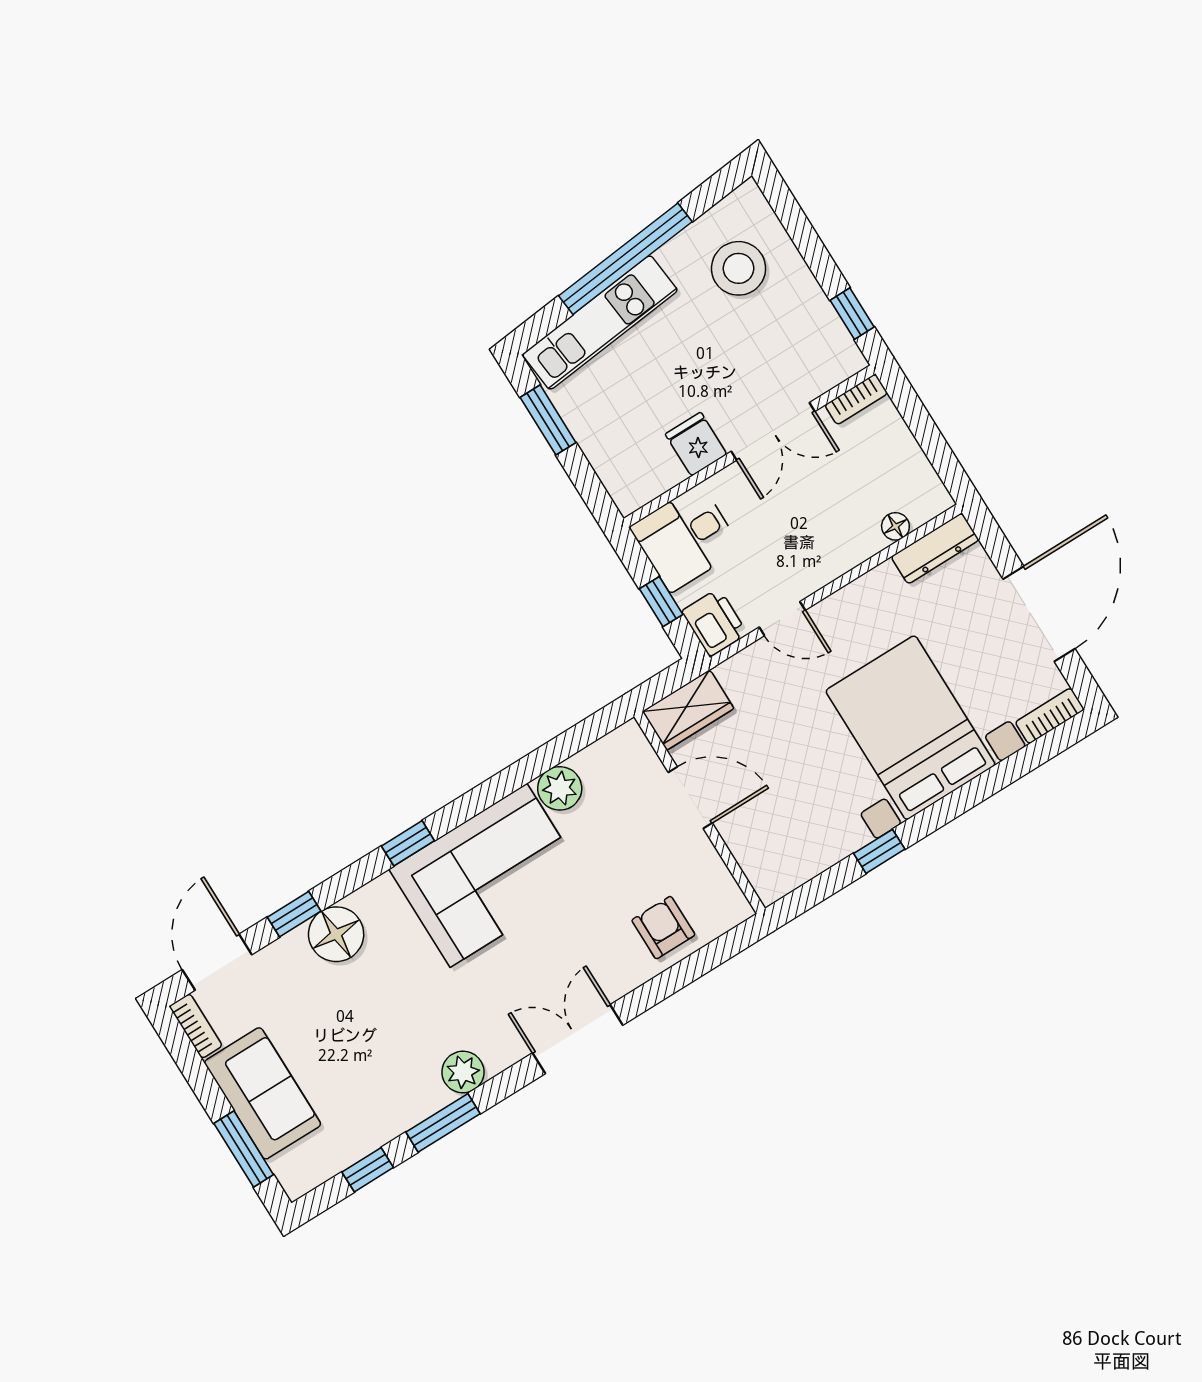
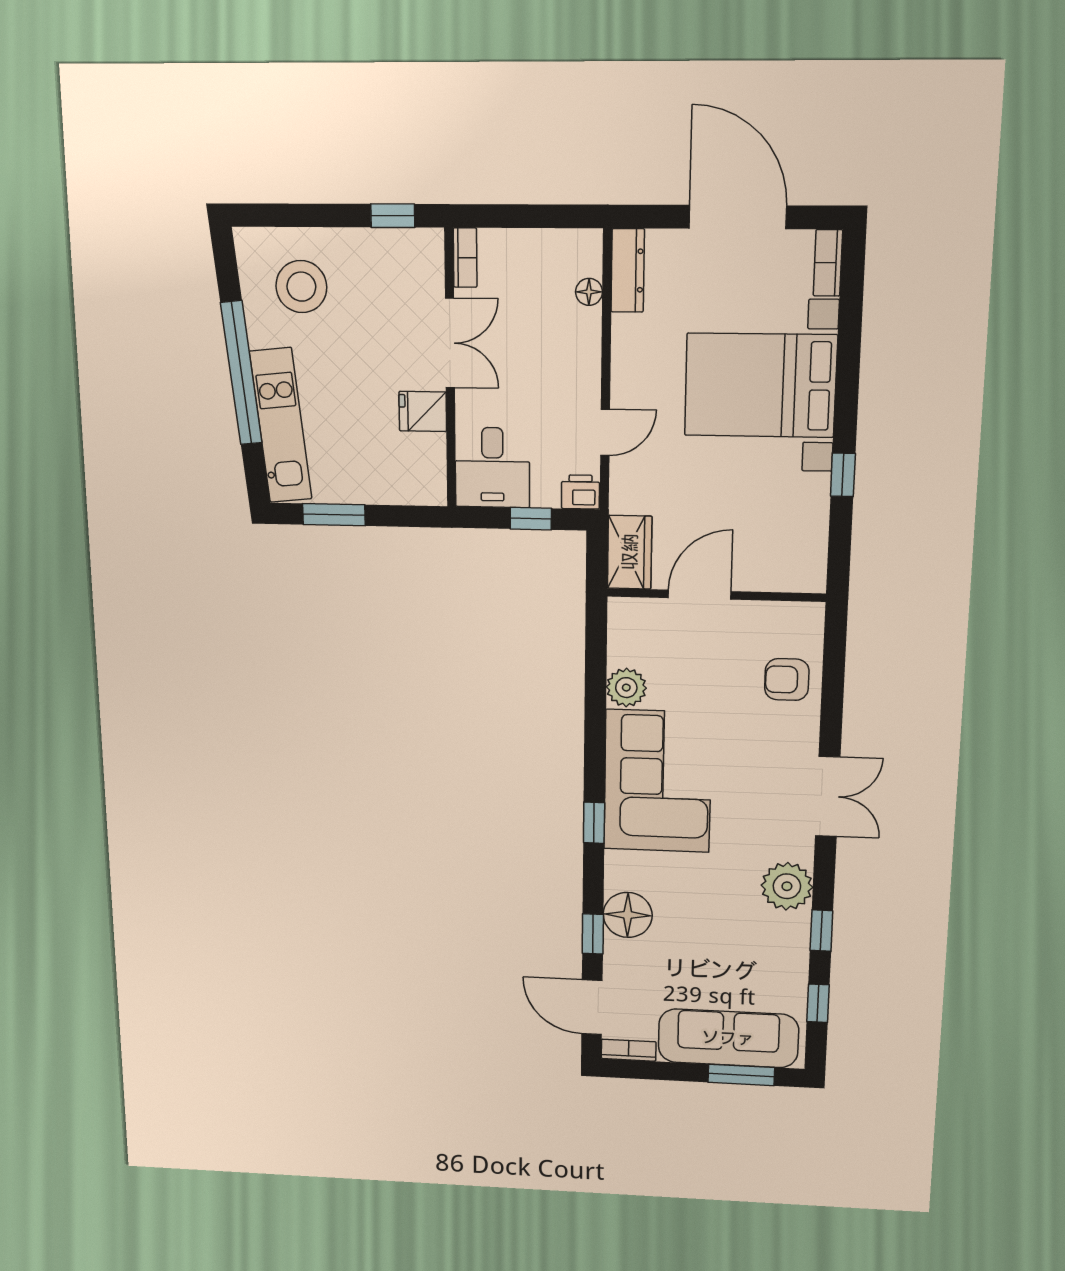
printer: (714, 622) -> (580, 492), width x0.73, depth x0.81
double door: (578, 1039) -> (828, 797), swing flipped
plant: (463, 1072) -> (787, 886), width x1.36, depth x1.36
sofa: (263, 1093) -> (728, 1038), width x1.36
window: (443, 1123) -> (821, 931), width x0.67

